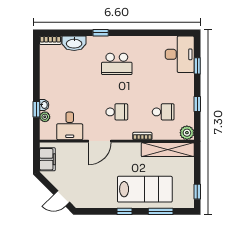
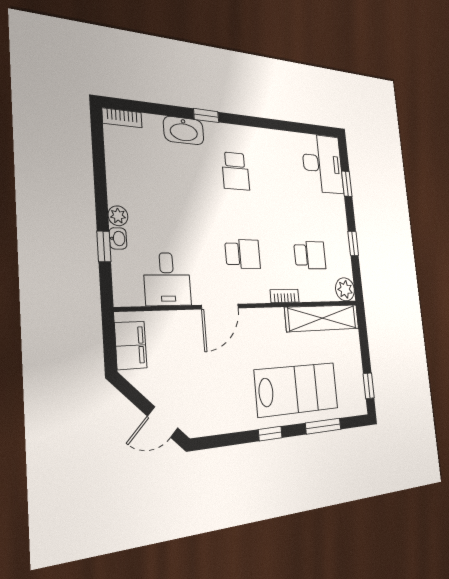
washbasin: (74, 43) -> (184, 130), moved
school desk: (117, 64) -> (236, 171), width x0.54
plant: (45, 117) -> (118, 216), moved

